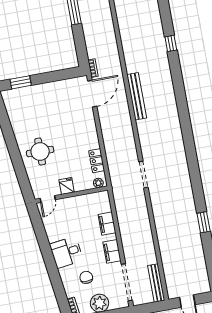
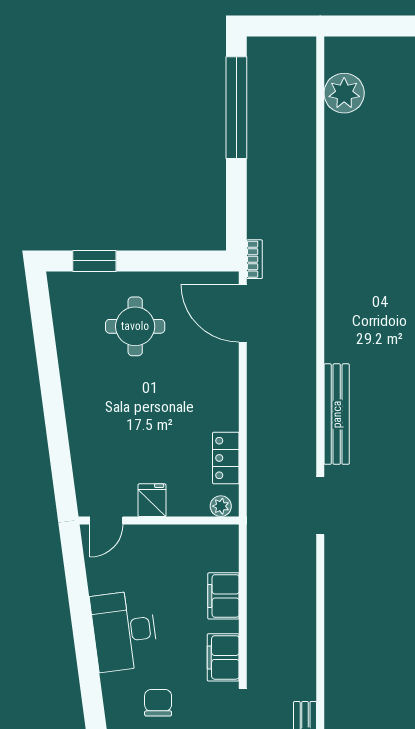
door: (92, 94) -> (243, 313), swing flipped
bench: (137, 96) -> (337, 414), moved
round table: (40, 152) -> (135, 326), moved
desk: (66, 252) -> (124, 631), width x1.37

